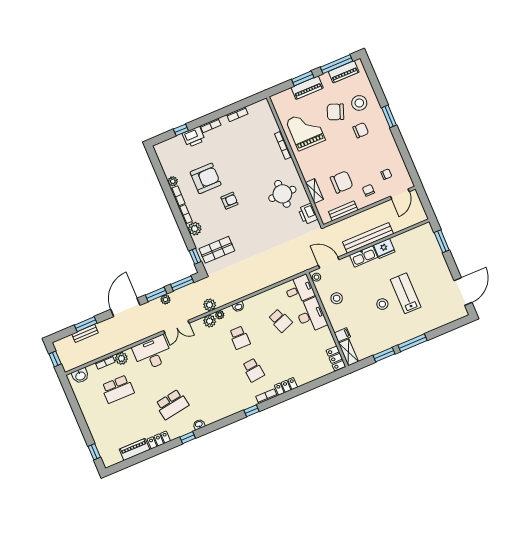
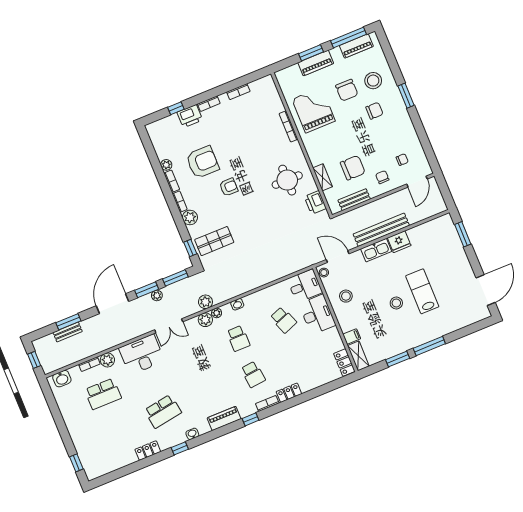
chair: (335, 112) -> (347, 90), turned -111
piano: (135, 449) -> (224, 418), moved

